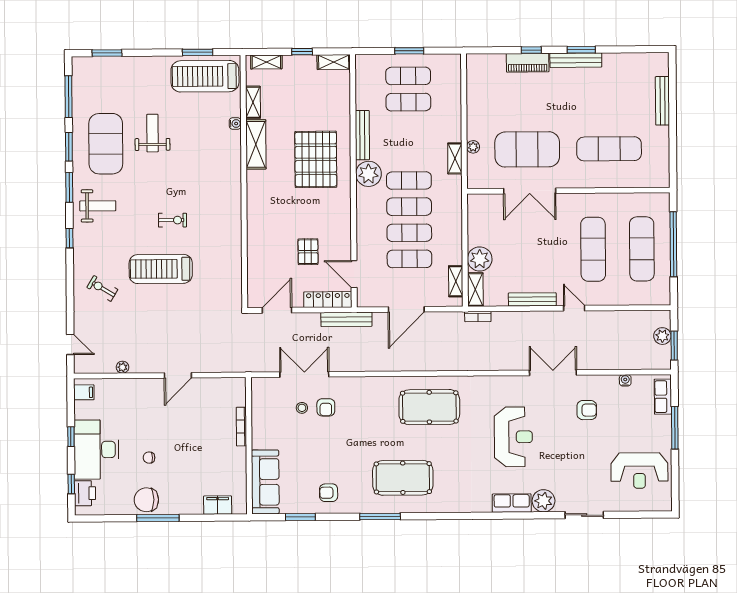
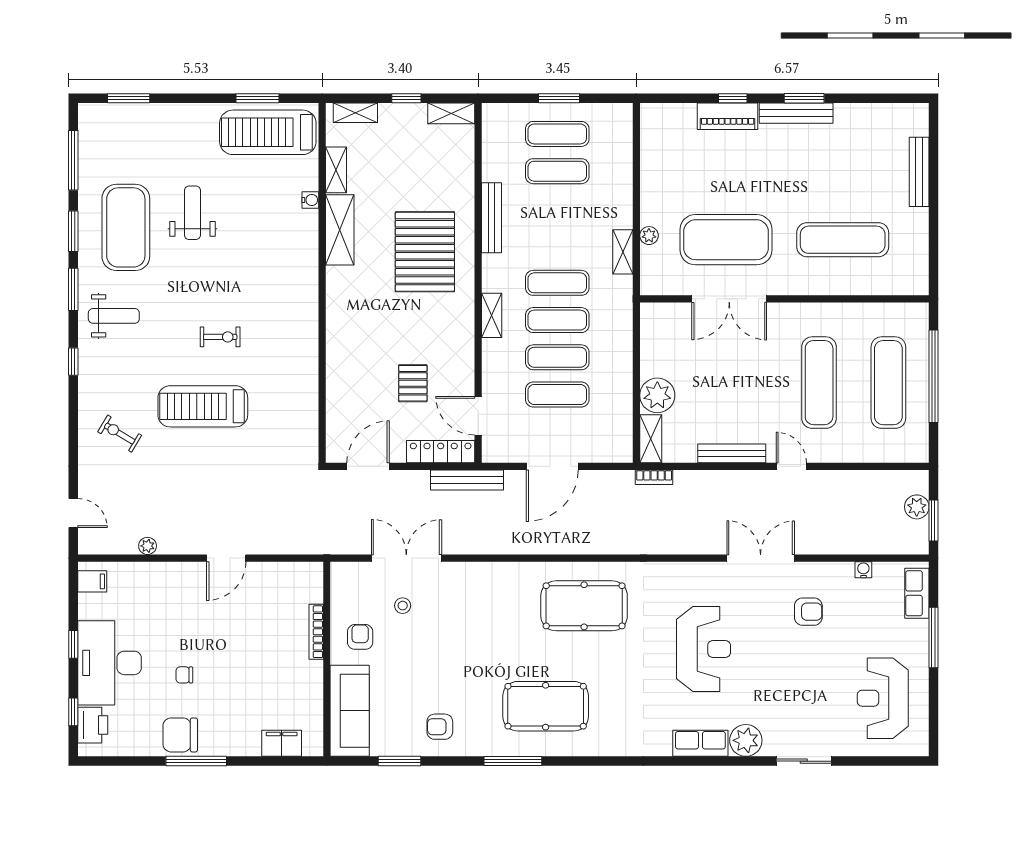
plant: (368, 174) -> (500, 273), removed
shelving: (456, 281) -> (492, 315), moved
armchair: (326, 407) -> (360, 637), moved, turned 180
reception desk: (639, 471) -> (883, 698), turned 90

